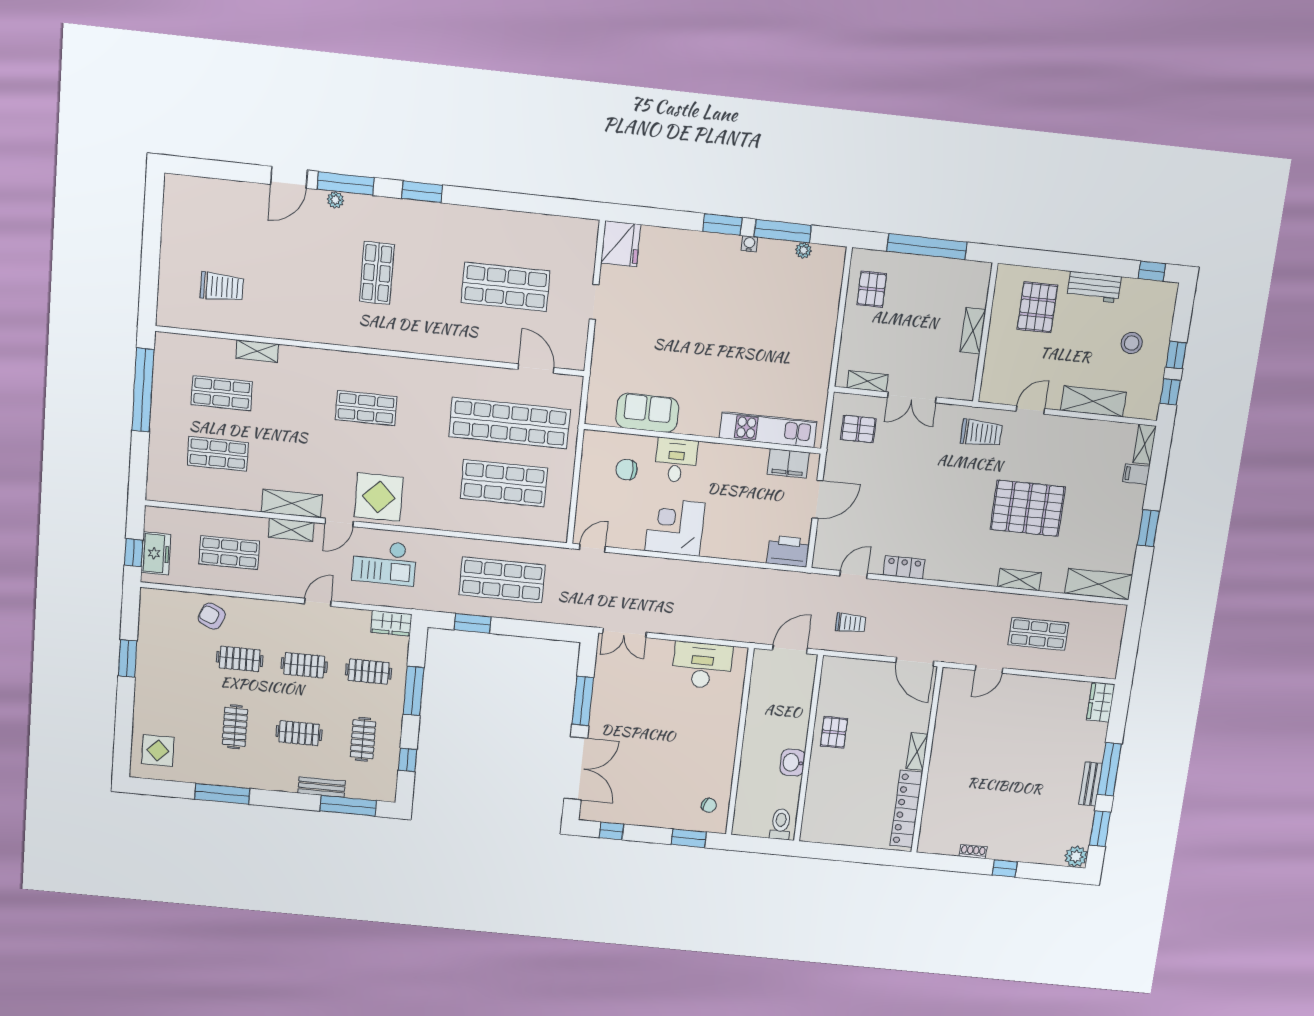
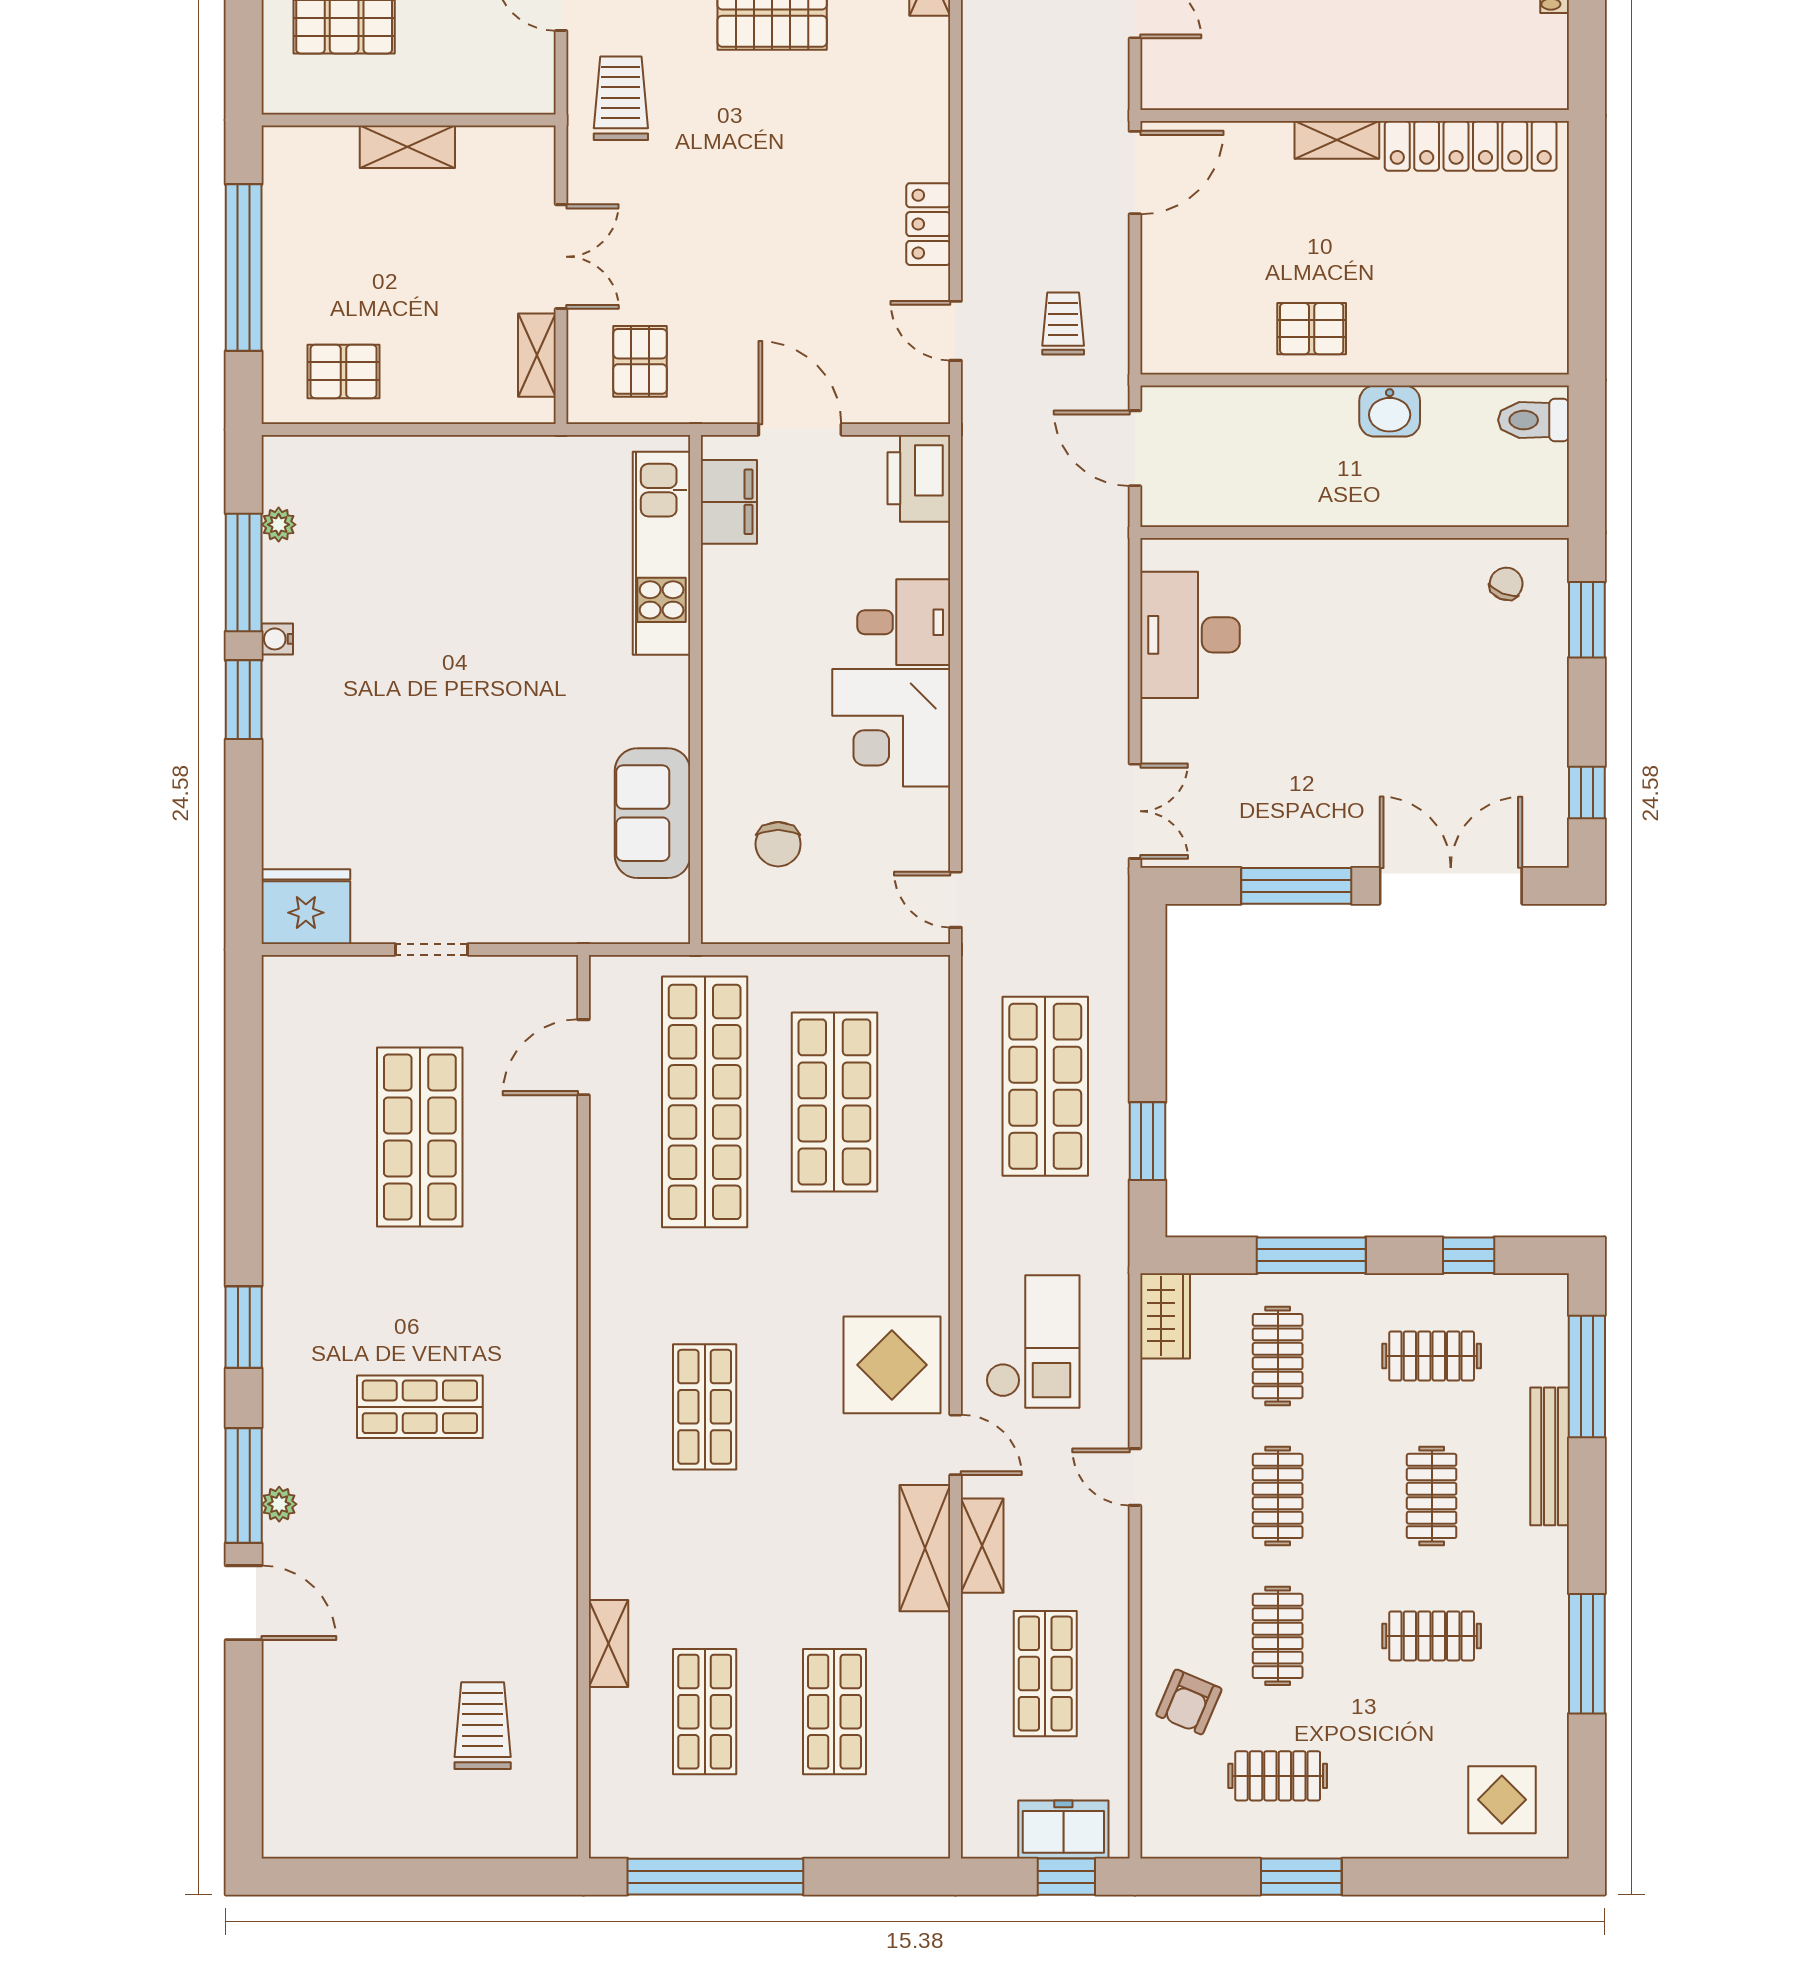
desk: (676, 460) -> (904, 622), moved, turned 180
clothes rail: (175, 653) -> (1278, 1776), added
bench: (322, 787) -> (1550, 1456), width x1.36

